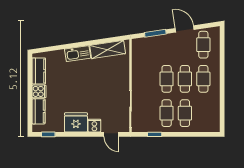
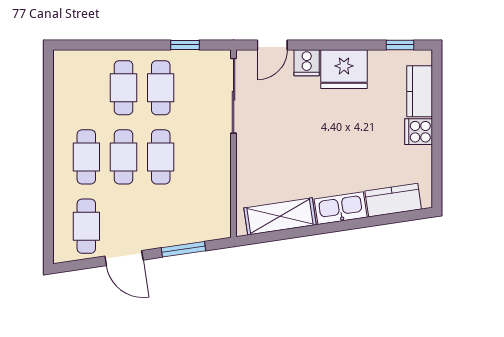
kitchen counter: (39, 71) -> (393, 200), moved, turned 82
door: (111, 134) -> (272, 45), swing flipped

